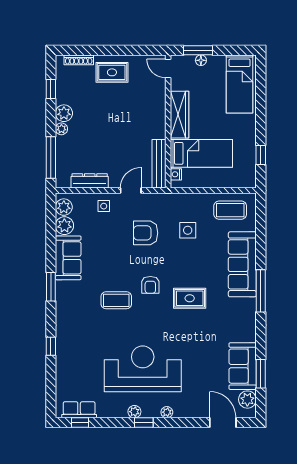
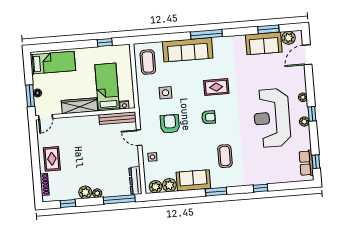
dresser: (90, 181) -> (135, 181), moved
armchair: (146, 233) -> (170, 124), turned 180
rug: (190, 298) -> (216, 87), turned 90
coffee table: (116, 300) -> (225, 156), moved

